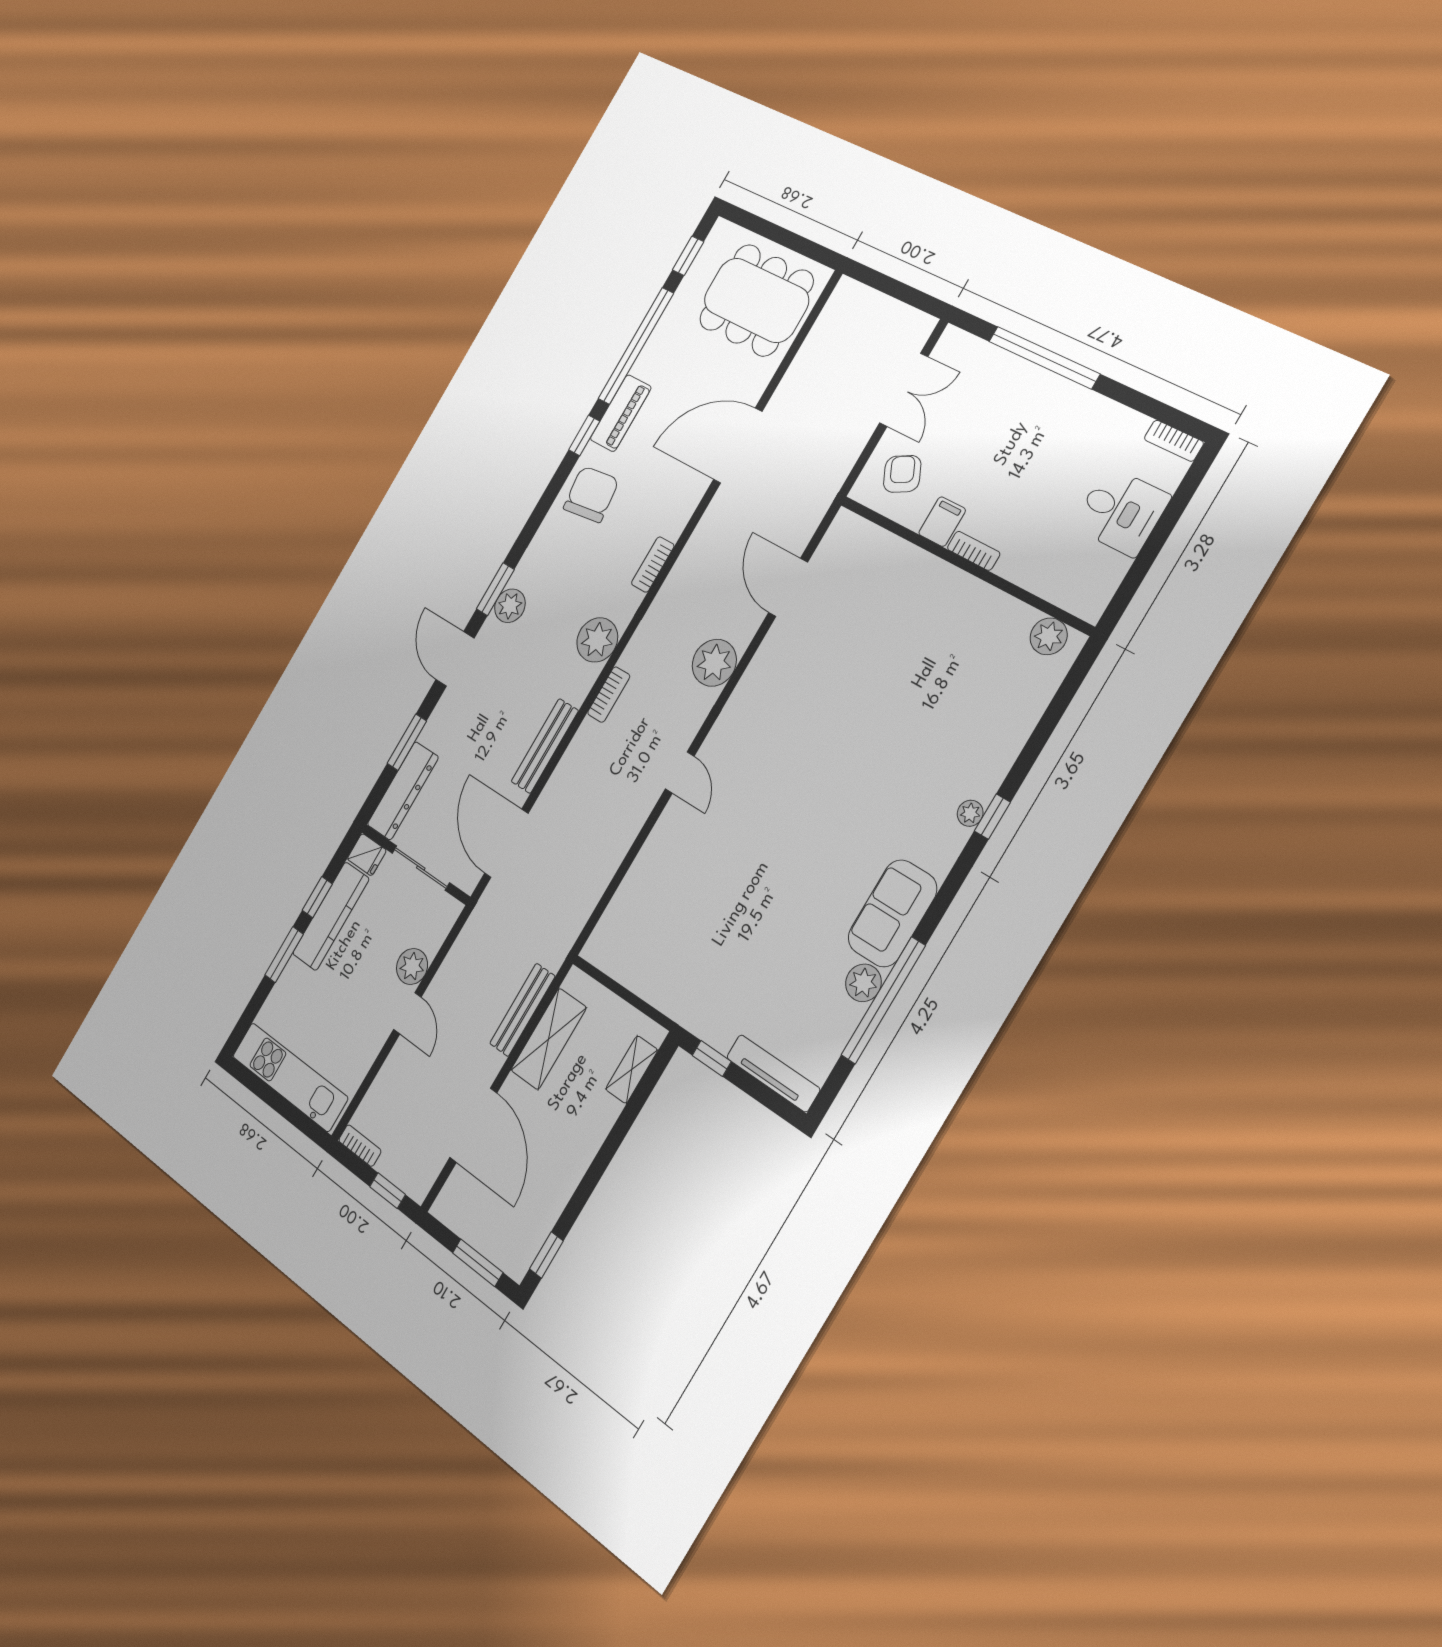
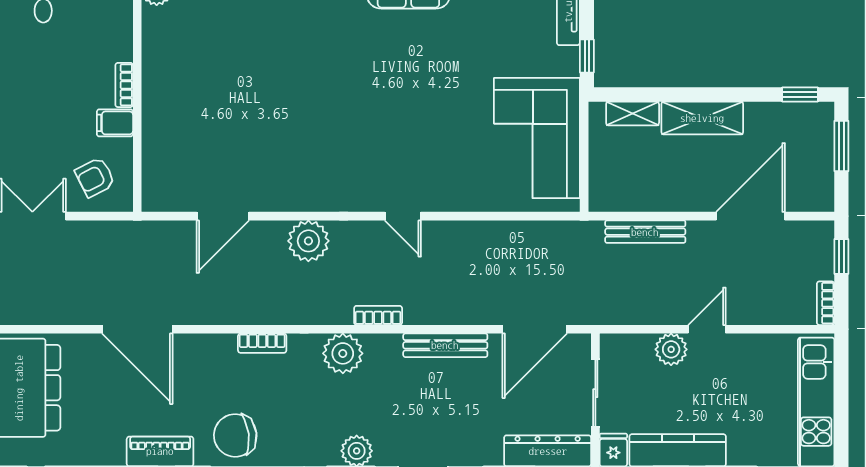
door: (680, 773) -> (403, 216), swing flipped
corner sofa: (668, 955) -> (537, 138), added
shelving: (549, 1039) -> (702, 118), moved

